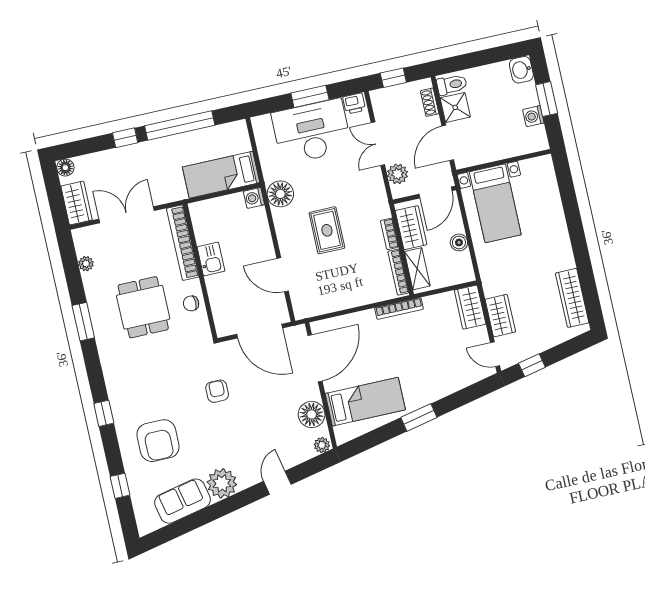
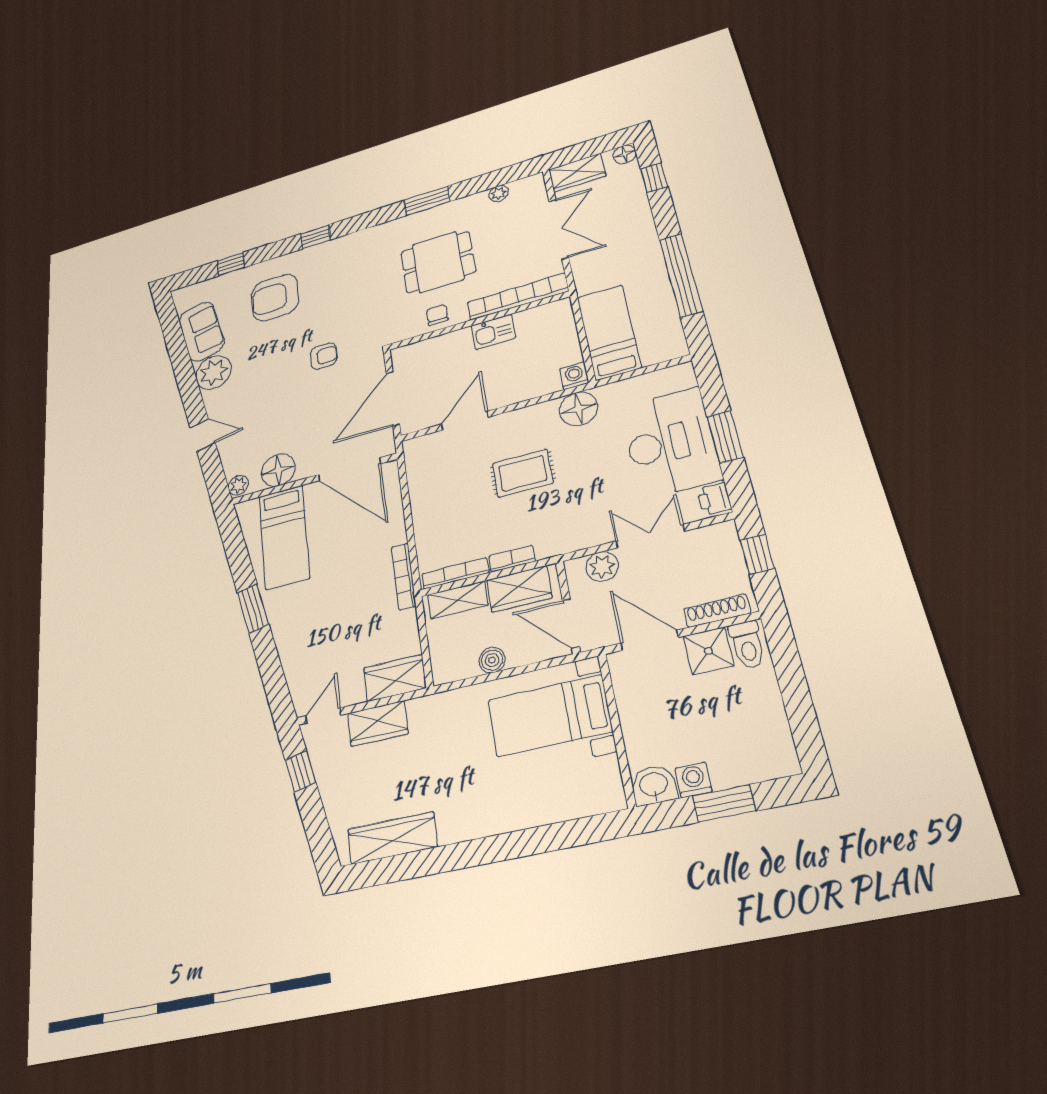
washbasin: (521, 70) -> (654, 785), moved
shoe rack: (430, 102) -> (717, 611), width x1.43
window: (125, 138) -> (654, 178), moved

